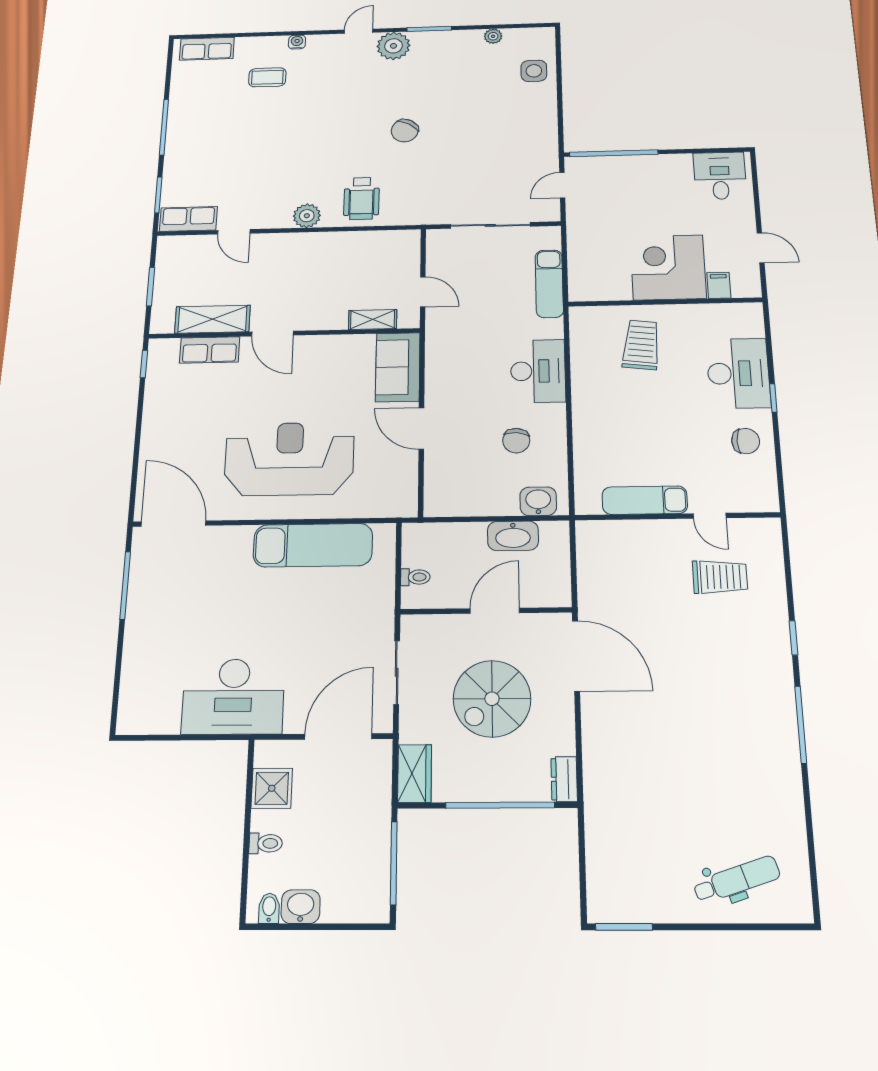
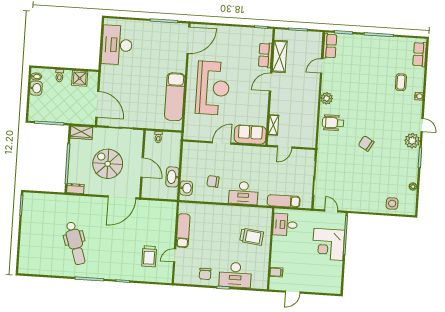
desk: (720, 176) -> (285, 225), moved, turned 180
corner desk: (668, 267) -> (328, 244), moved, turned 180
desk: (233, 697) -> (117, 45), moved
dental chair: (737, 880) -> (75, 243), moved, width x1.36, depth x1.38

